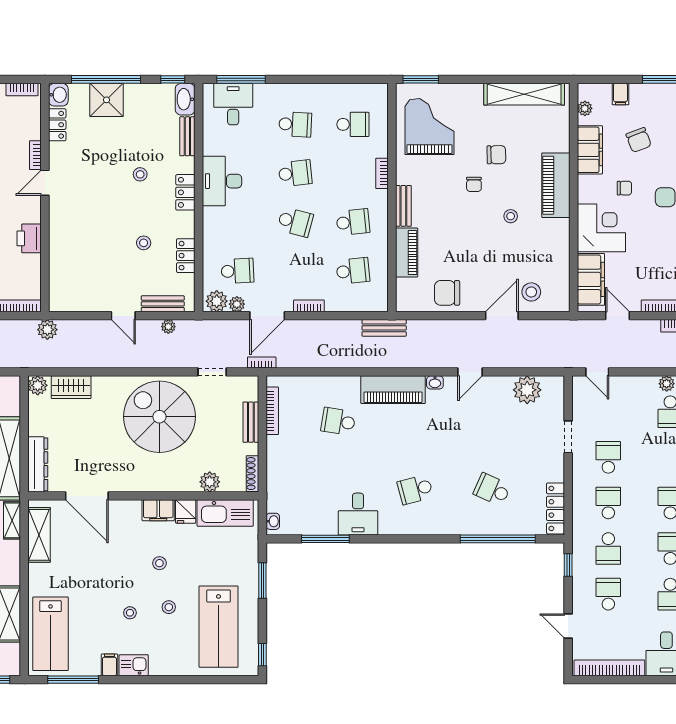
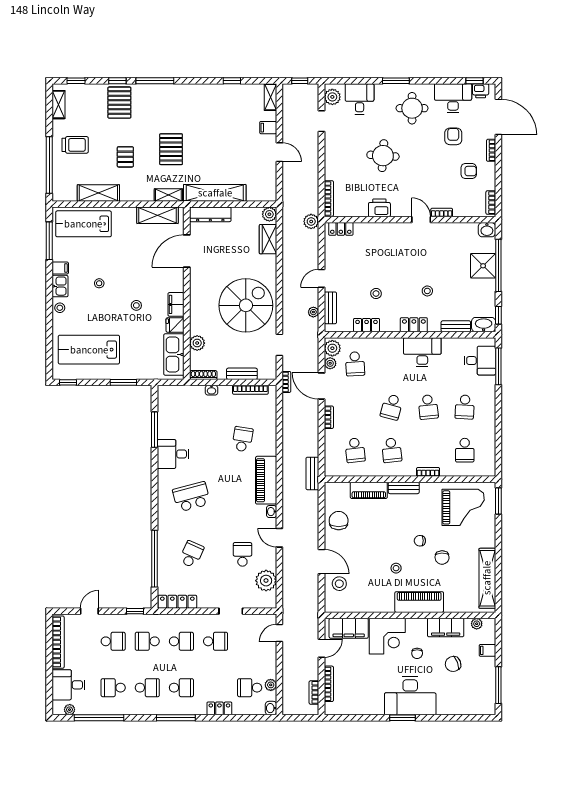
locker: (57, 125) -> (341, 229), moved
school desk: (492, 421) -> (242, 554), added
school desk: (415, 490) -> (191, 497), width x1.85
washbasin: (273, 521) -> (211, 390), moved
stool: (169, 607) -> (60, 308), moved

